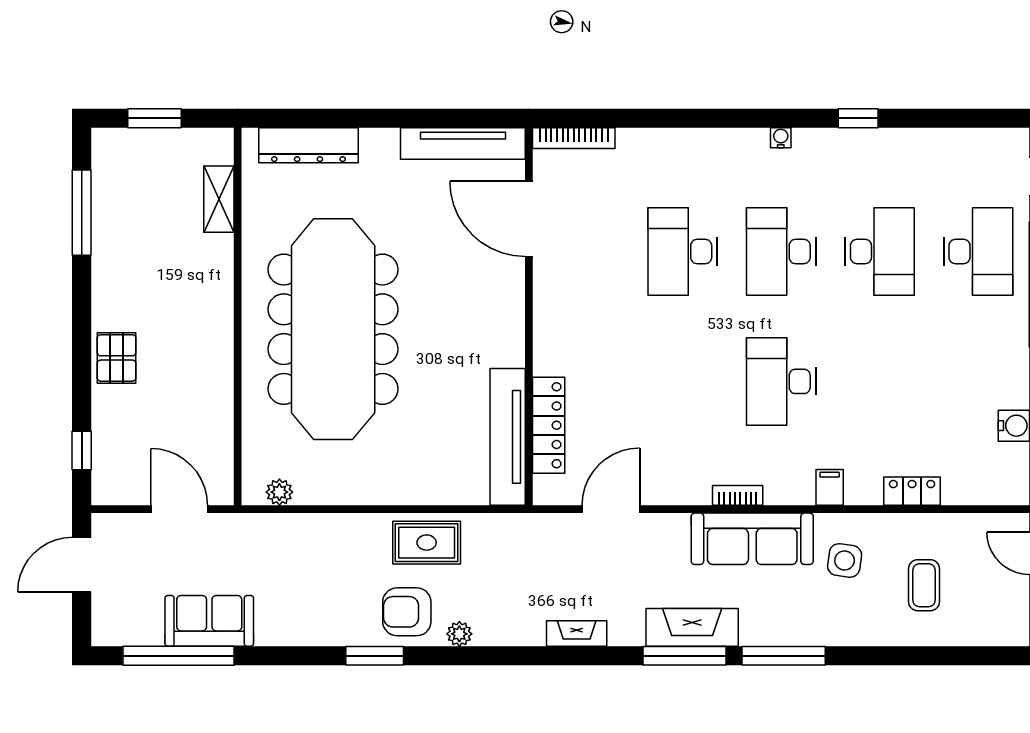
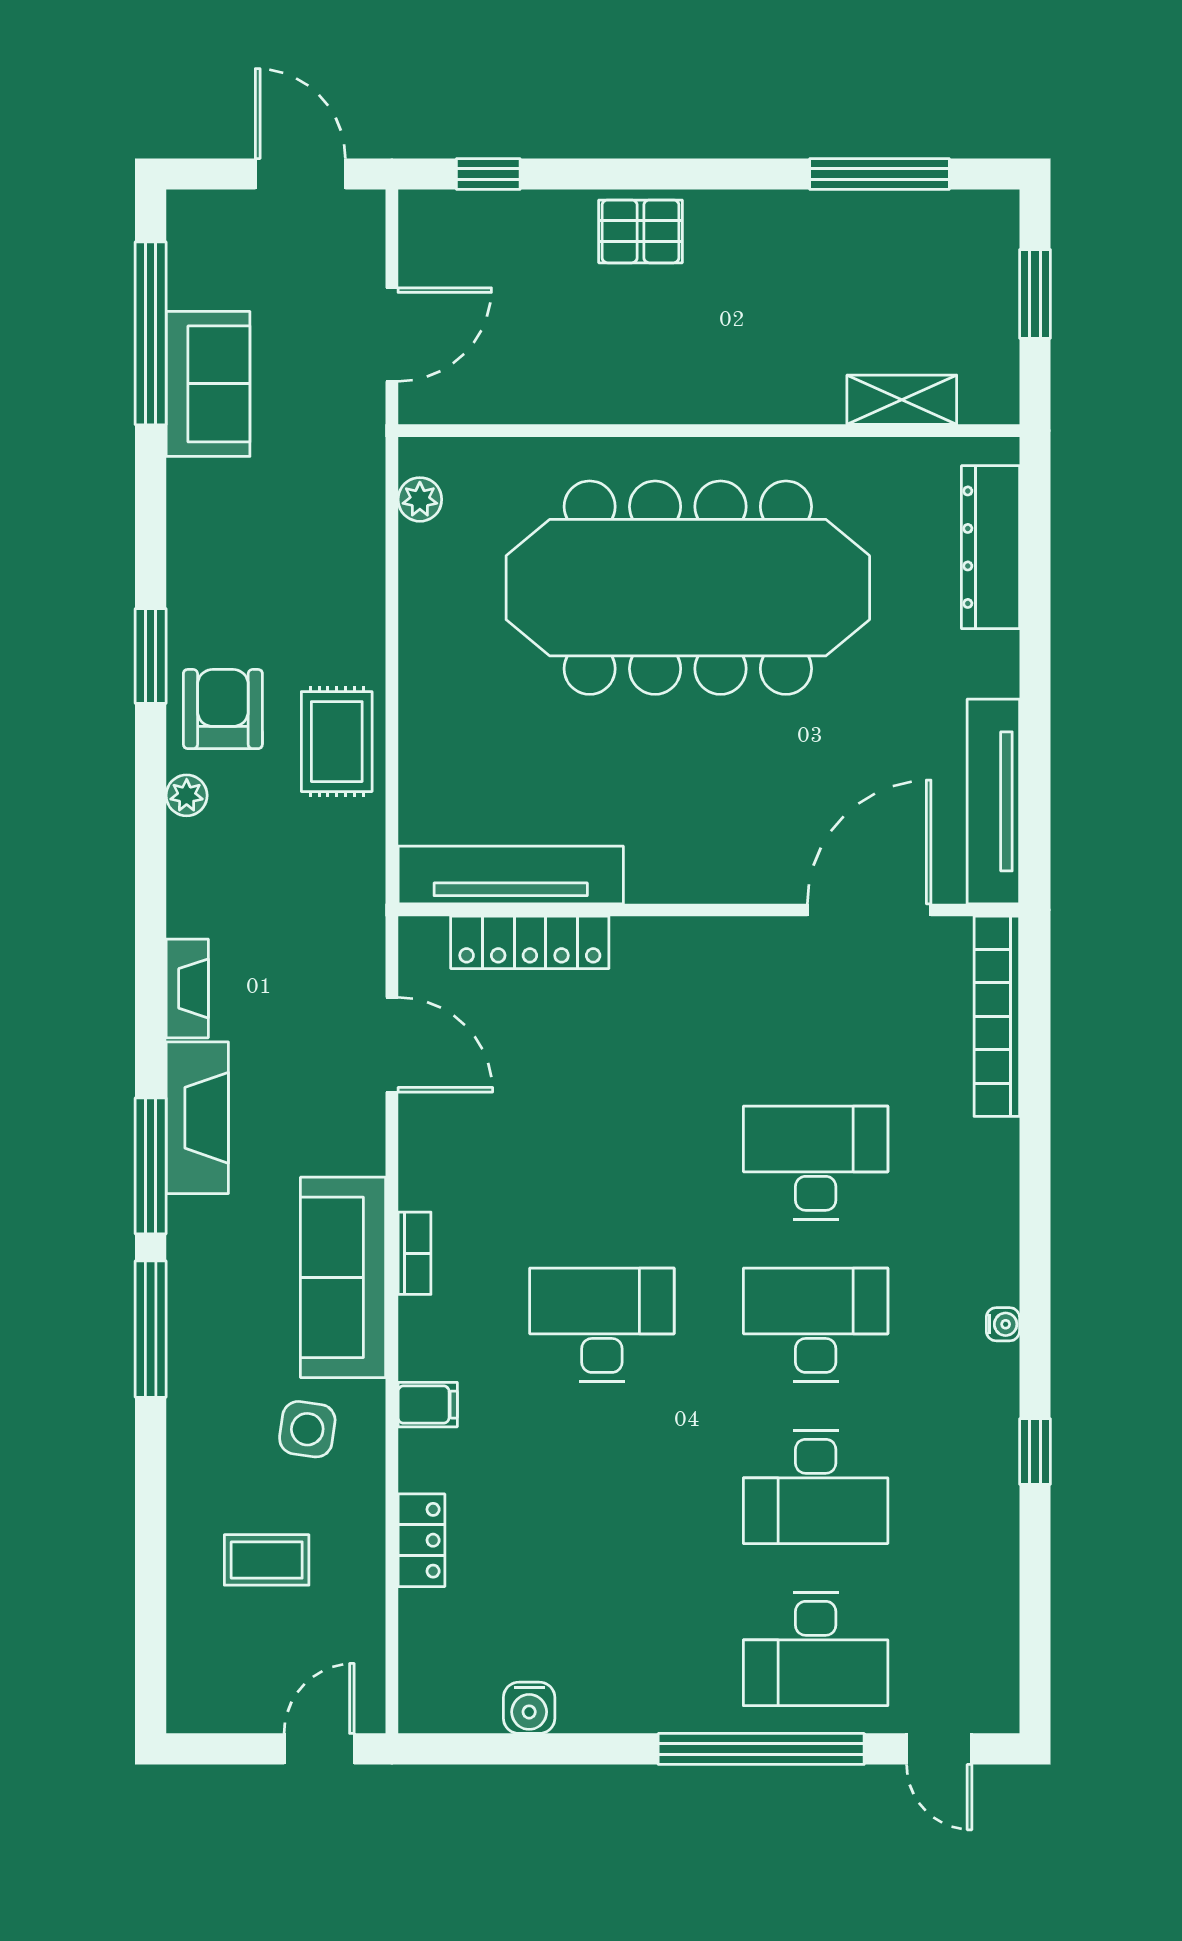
bookcase: (574, 138) -> (997, 1016), width x1.48, depth x1.31
fireplace: (692, 627) -> (197, 1118), moved

